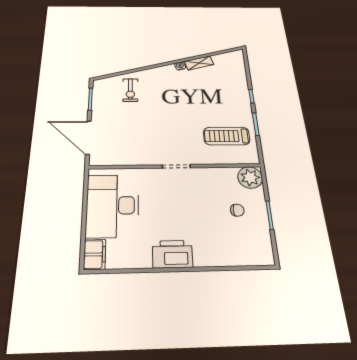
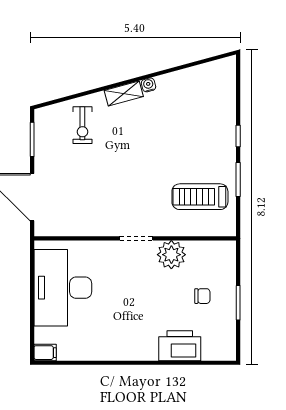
shelving: (199, 63) -> (124, 93), moved
plant: (250, 177) -> (171, 255), moved
filing cabinet: (95, 254) -> (45, 353), width x0.50
printer: (172, 254) -> (180, 346), moved

